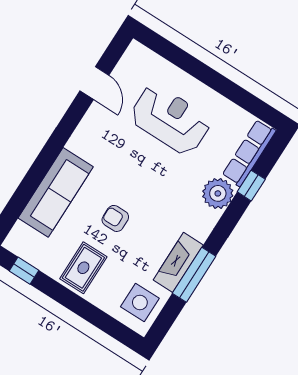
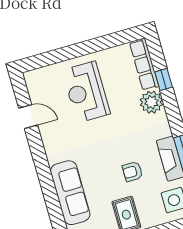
reception desk: (170, 119) -> (86, 92), turned -90
armchair: (115, 218) -> (132, 172), moved

